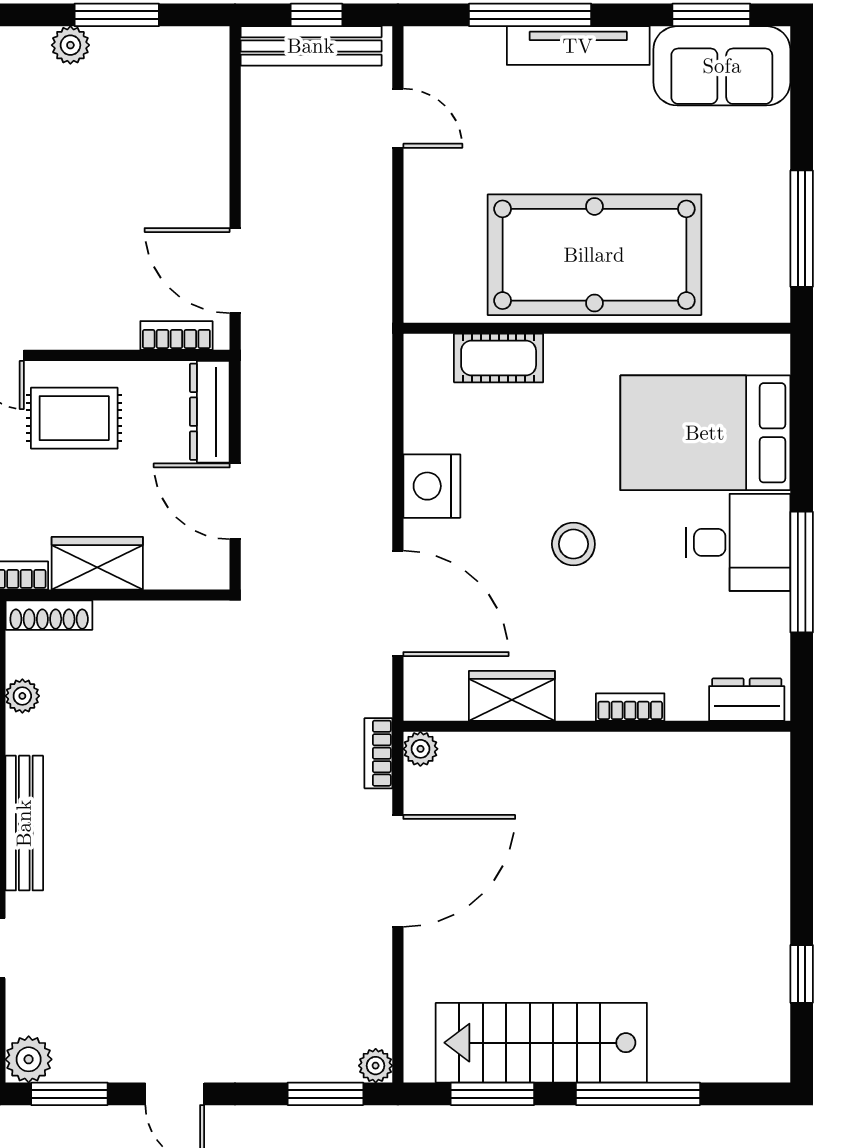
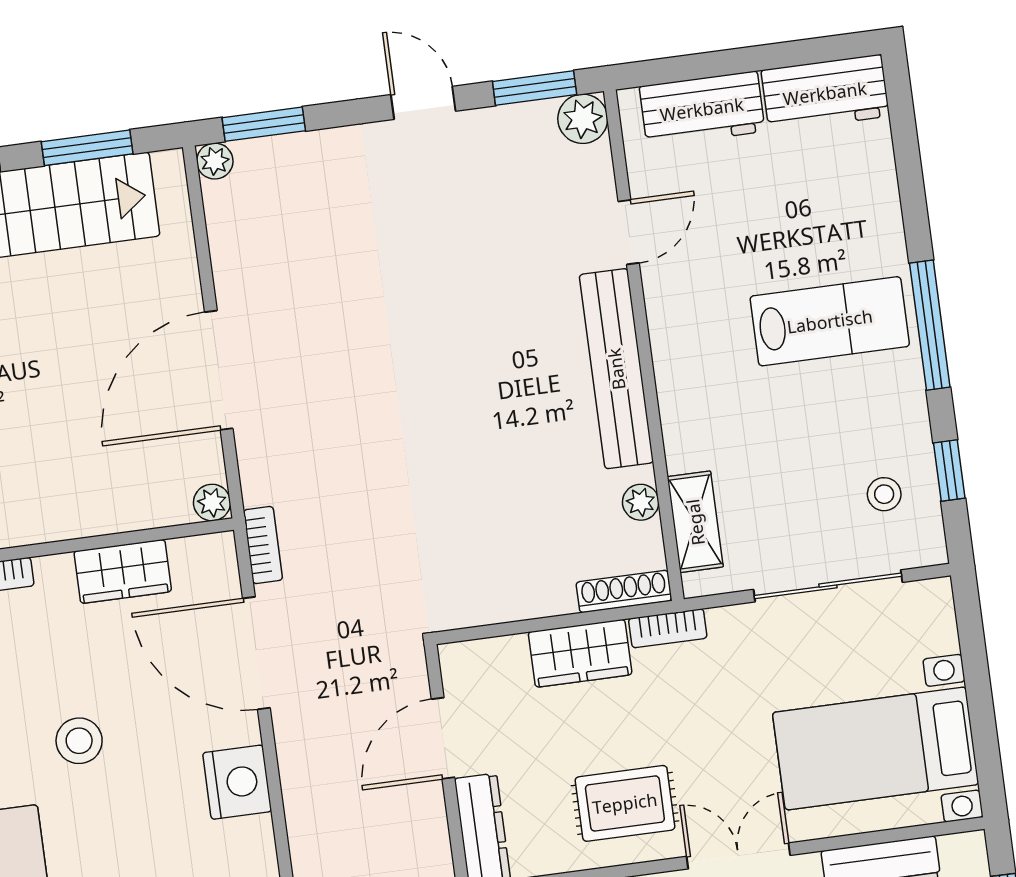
door: (235, 501) -> (443, 738), swing flipped
bookcase: (378, 753) -> (263, 545), moved
bench: (24, 823) -> (616, 369), width x1.37, depth x1.21

